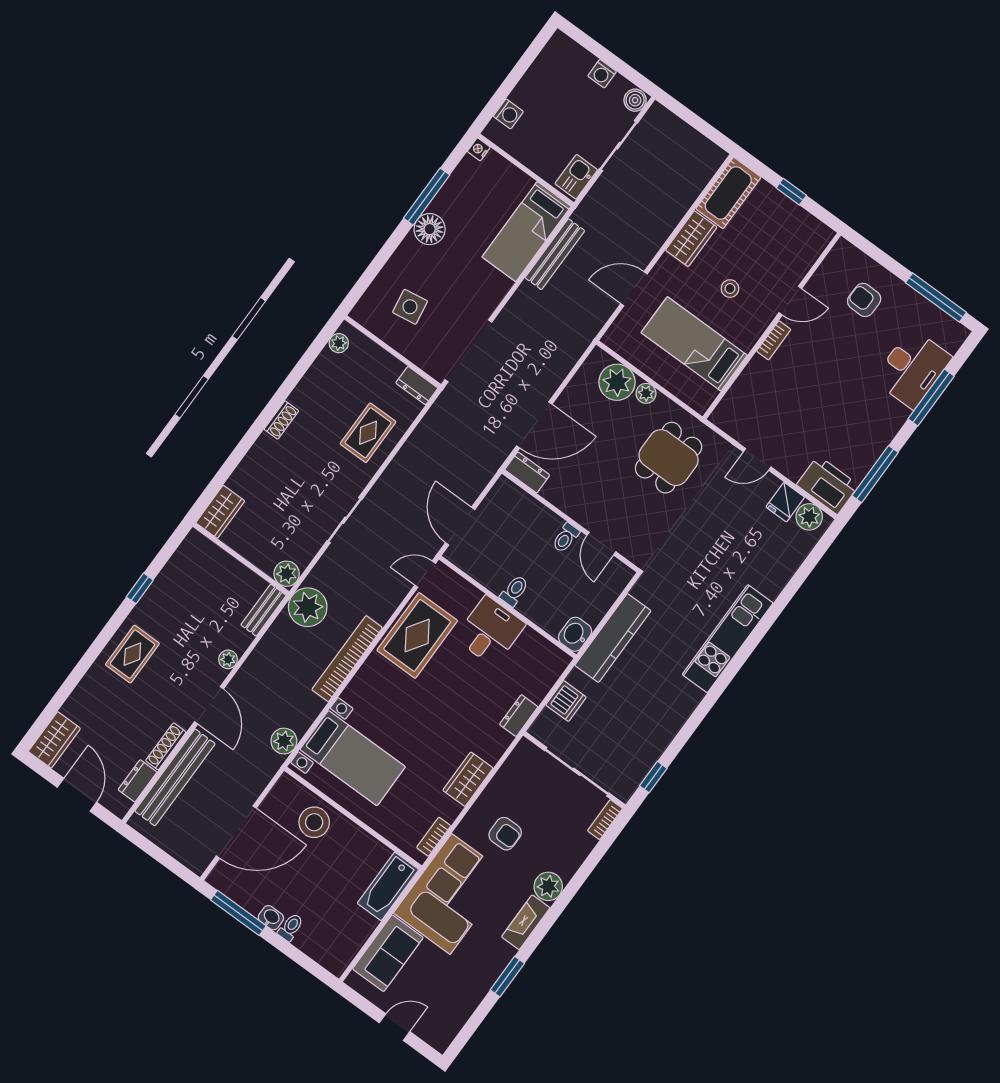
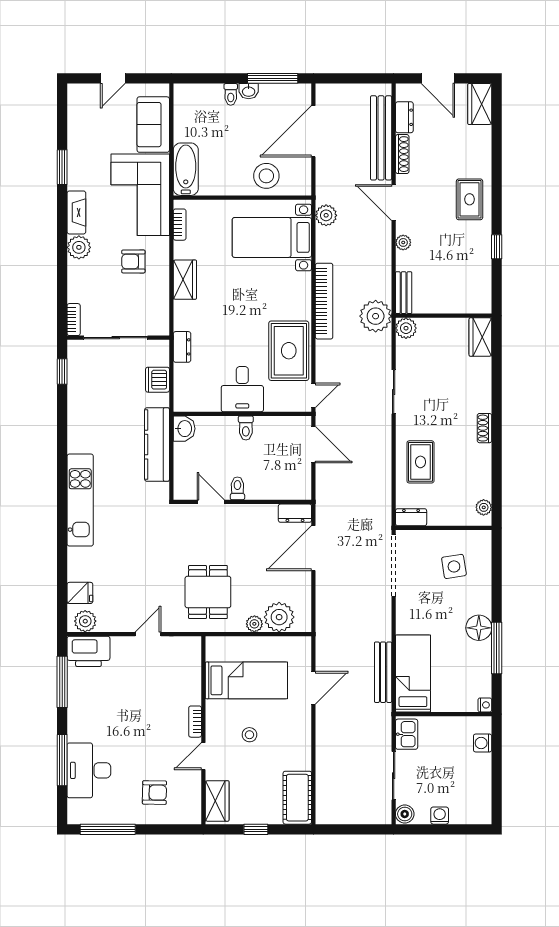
wardrobe: (691, 239) -> (217, 801), moved, turned 180
fridge: (785, 502) -> (80, 593), moved, turned 90

